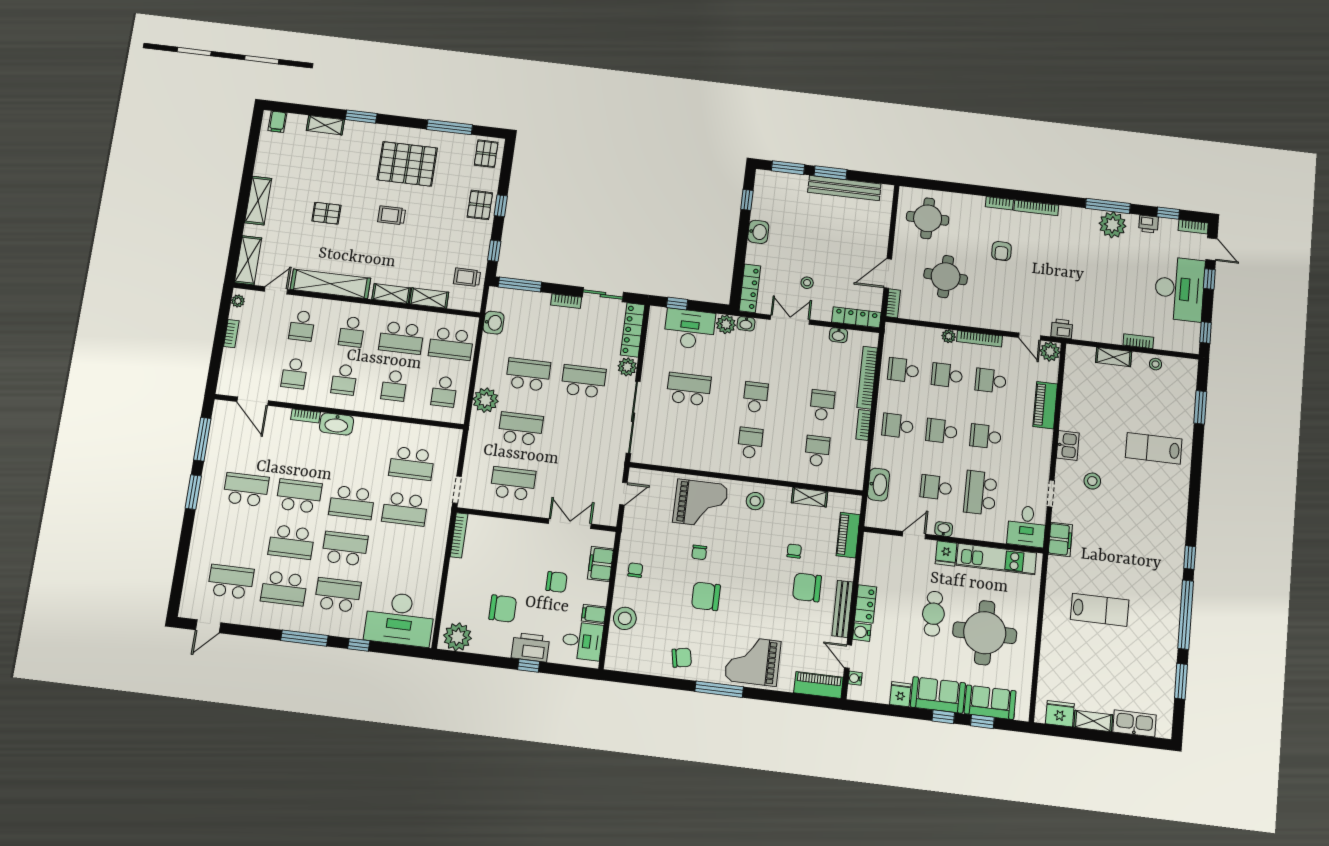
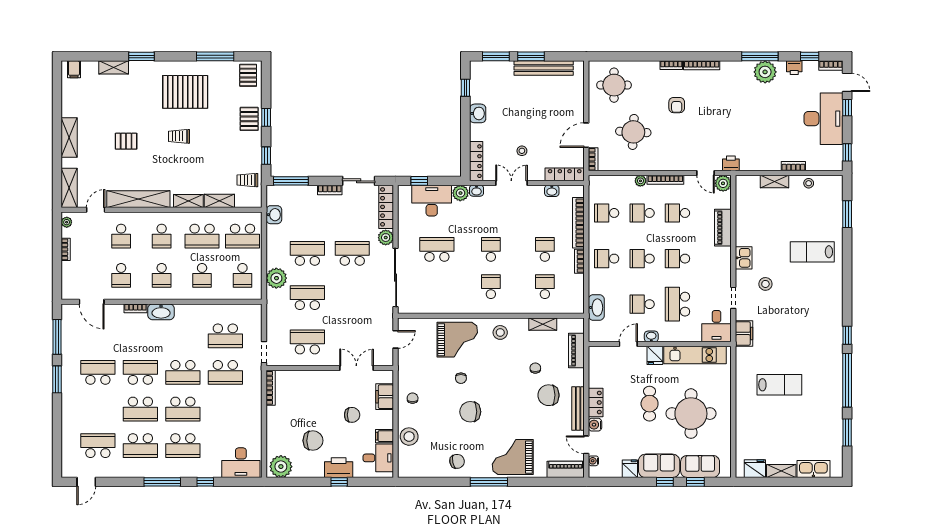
school desk: (345, 548) -> (183, 409), turned 180
school desk: (338, 595) -> (183, 446), turned 180
desk: (400, 619) -> (241, 463), width x0.73, depth x0.77

